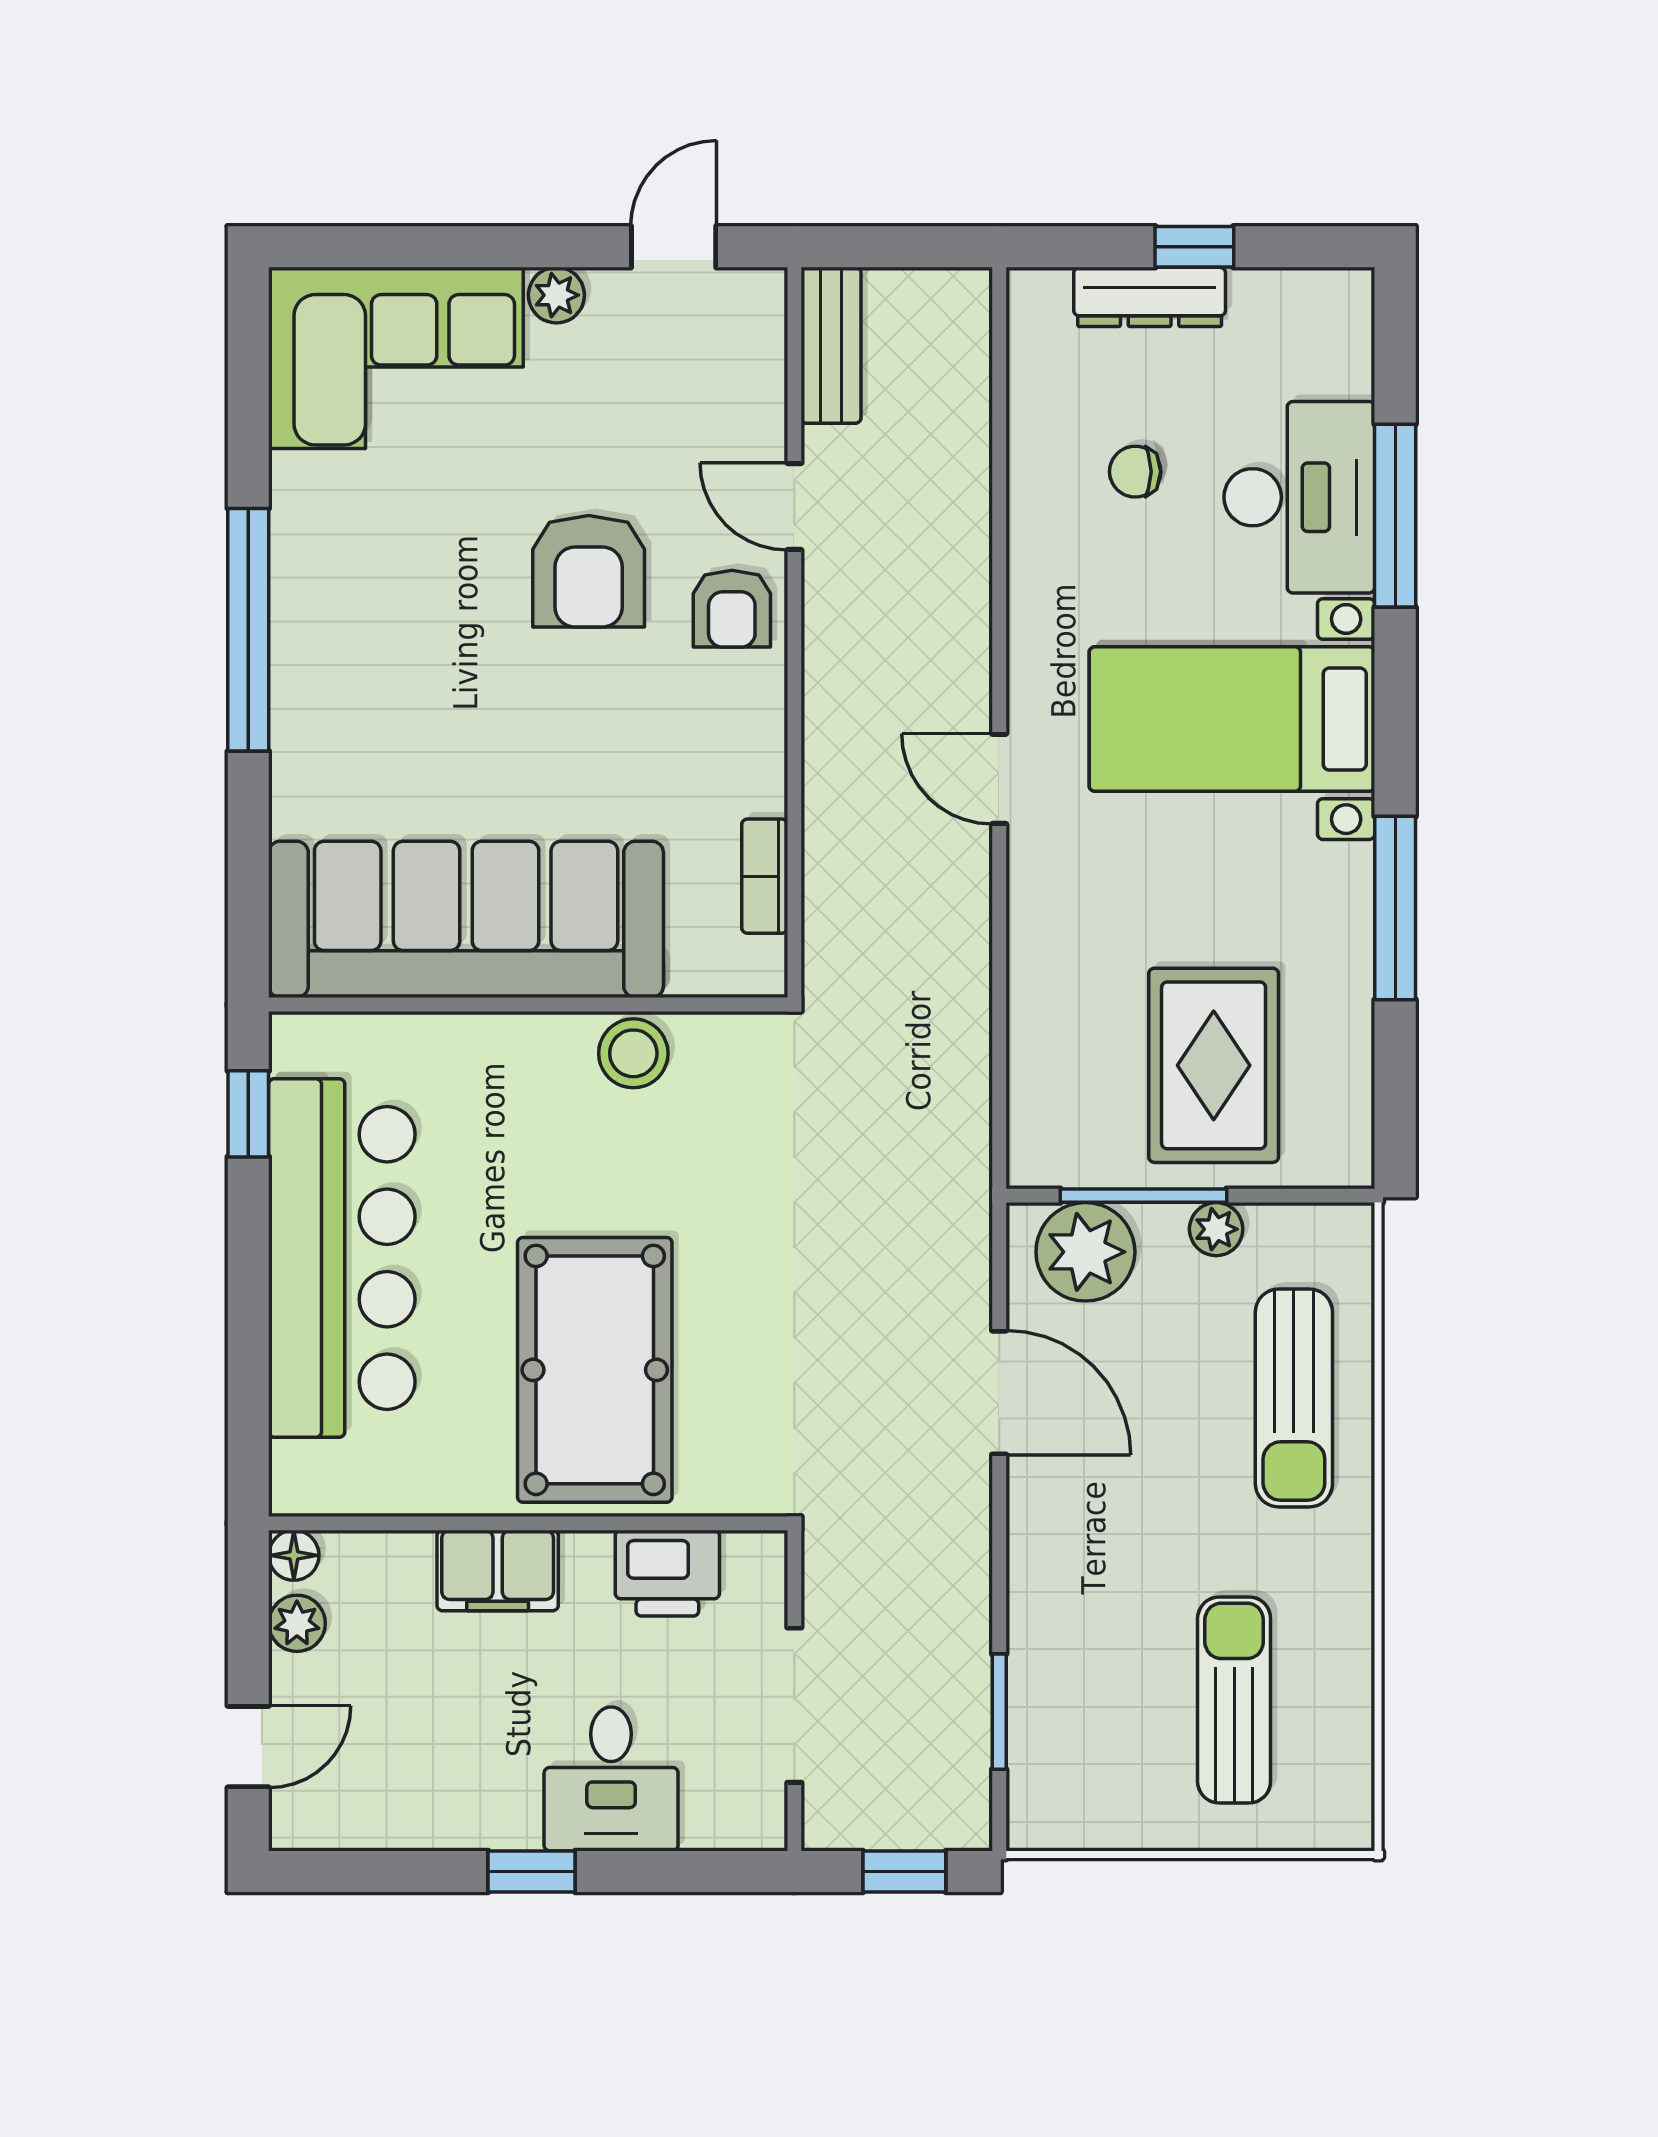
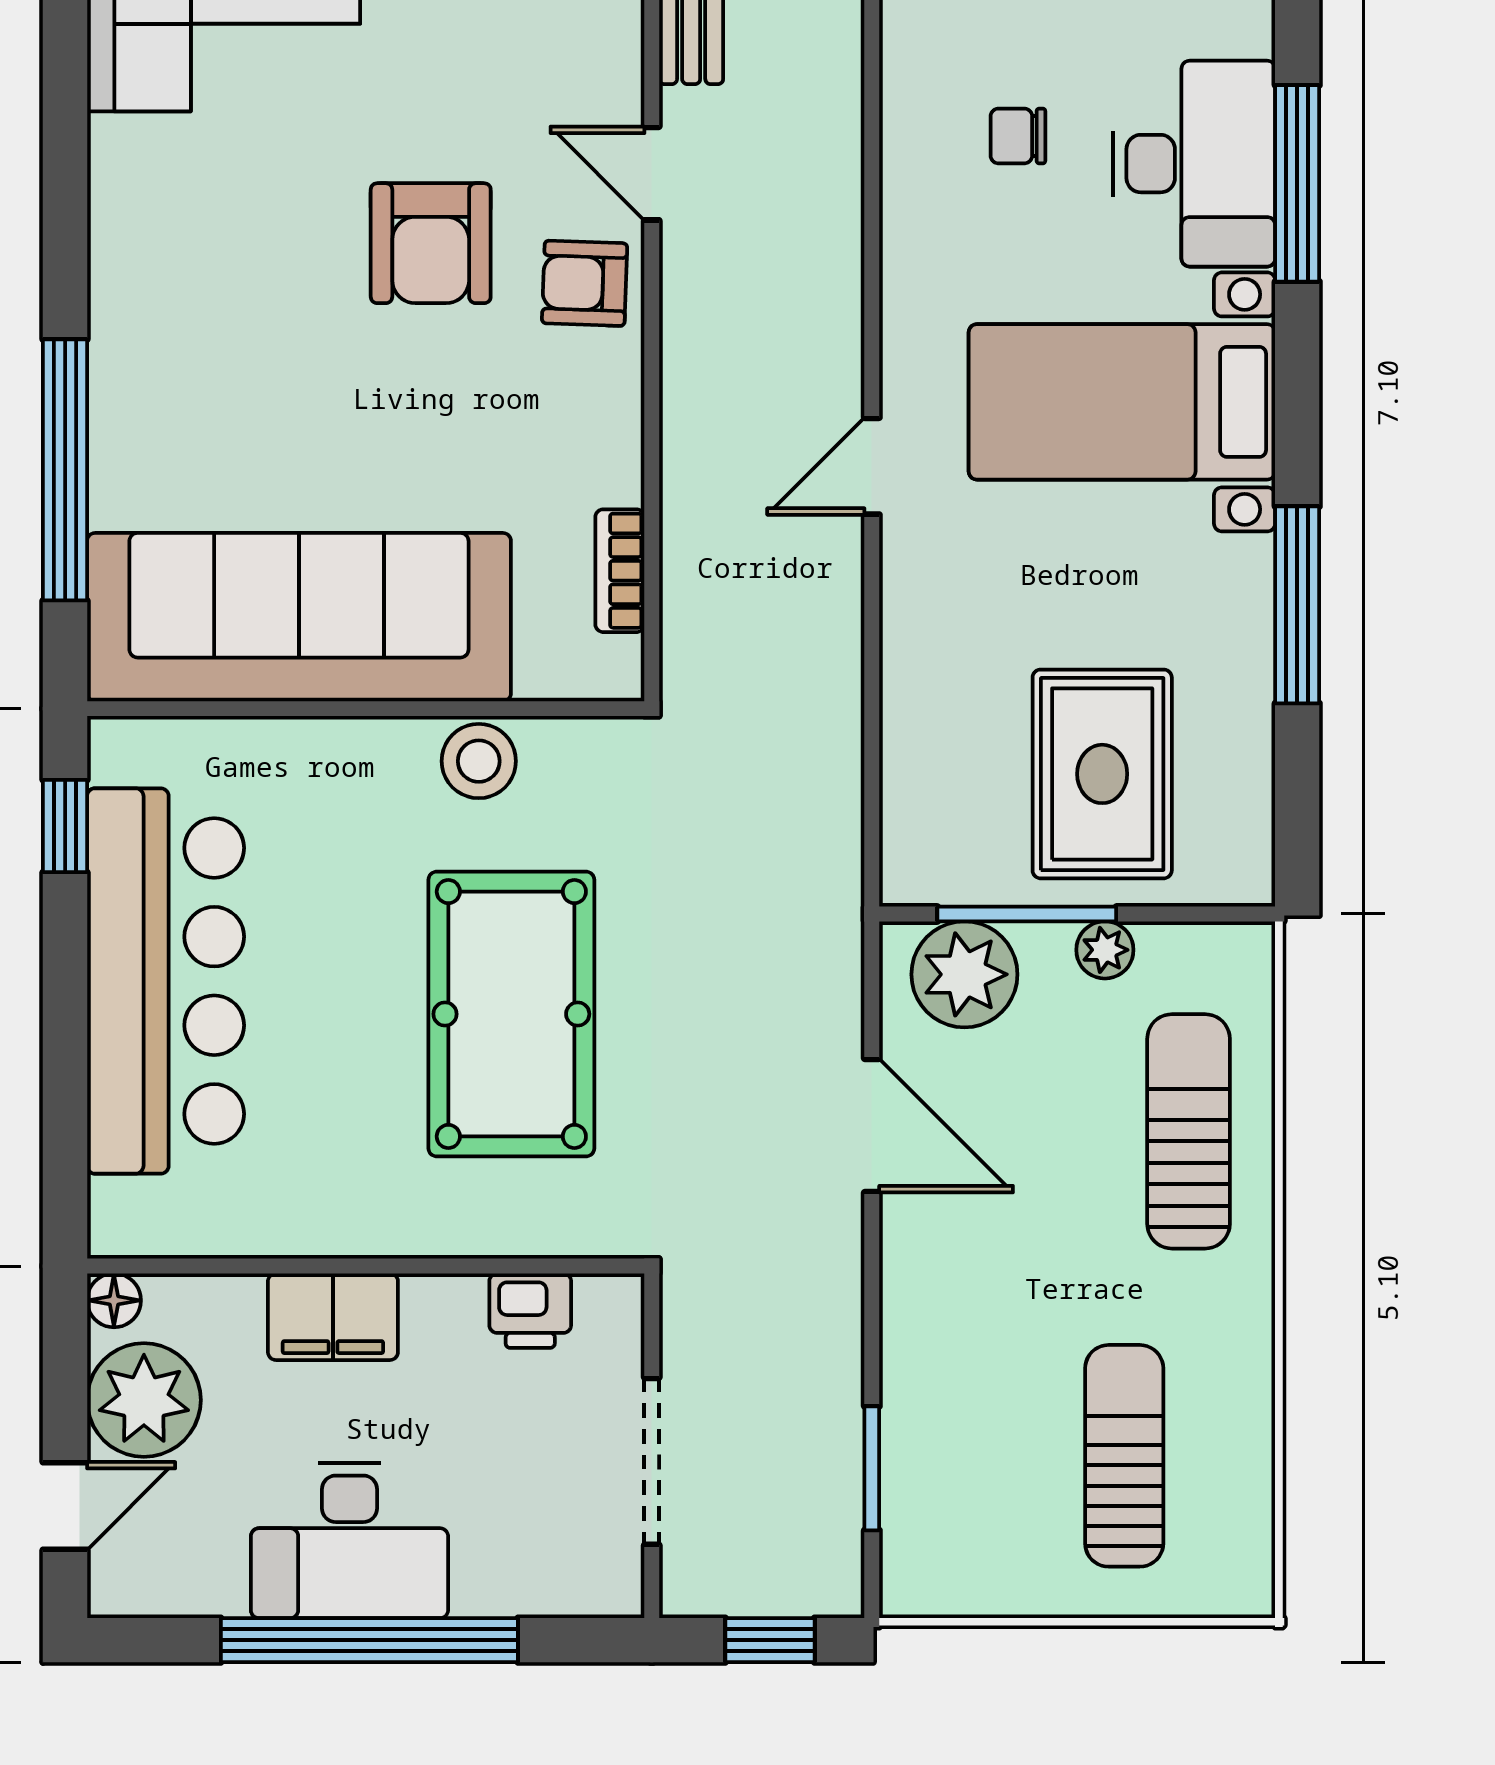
armchair: (732, 609) -> (585, 283), turned 92
window: (248, 630) -> (65, 470), moved
door: (999, 779) -> (872, 466), hinge flipped
pool table: (595, 1370) -> (511, 1014), moved
sun lounger: (1294, 1398) -> (1189, 1131), turned 180
printer: (667, 1573) -> (530, 1311), width x0.73, depth x0.81
plant: (297, 1623) -> (144, 1400), width x1.88, depth x1.88
desk: (611, 1779) -> (350, 1541), moved, width x1.37
window: (532, 1872) -> (369, 1640), width x3.17

